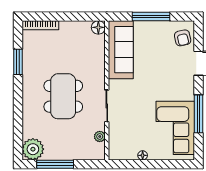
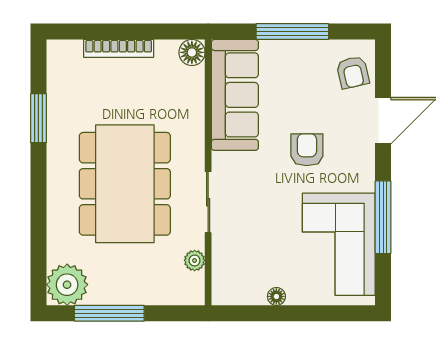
bookcase: (40, 25) -> (119, 48), moved
armchair: (159, 78) -> (307, 150), added
dining table: (63, 96) -> (125, 184), width x1.36, depth x1.24

